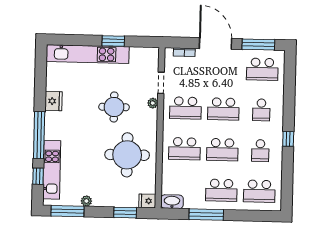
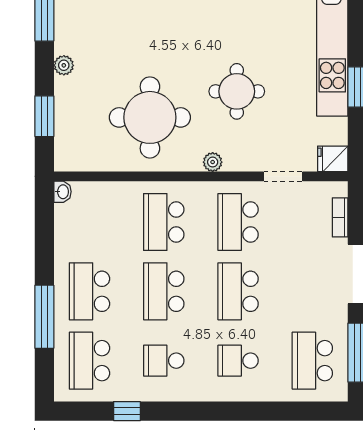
plant: (153, 103) -> (213, 162), moved
window: (288, 139) -> (127, 411), moved
plant: (86, 201) -> (64, 65), moved
fridge: (147, 201) -> (333, 159), moved, turned -90
washbasin: (172, 202) -> (63, 192), width x0.52, depth x0.69
window: (206, 215) -> (44, 317), moved

